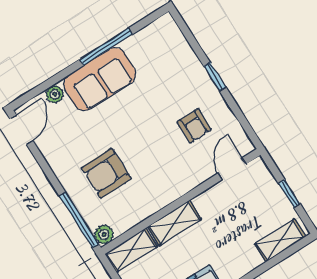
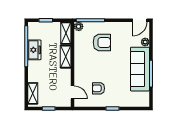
sofa: (100, 79) -> (140, 69), width x1.36
door: (21, 130) -> (140, 20), hinge flipped
armchair: (106, 173) -> (102, 42), turned 90

